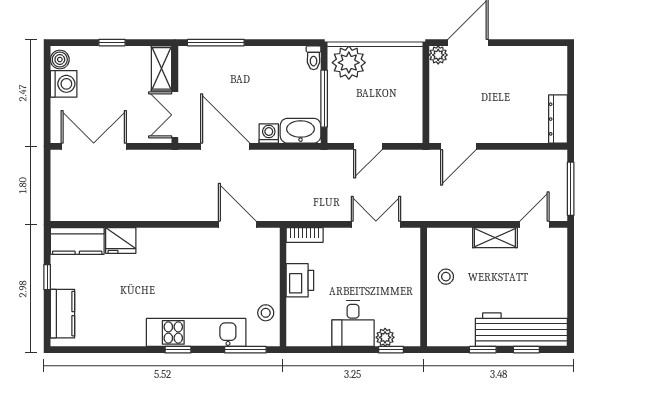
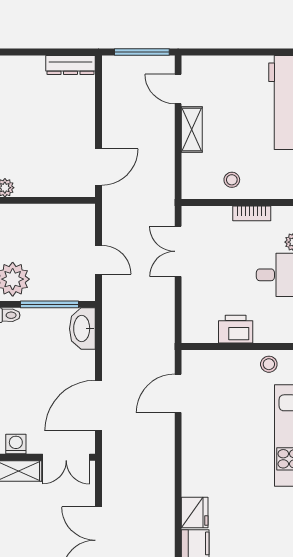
washing machine: (269, 133) -> (16, 444), moved, turned 90
door: (458, 146) -> (98, 167), hinge flipped
bookcase: (305, 235) -> (252, 213), moved, turned 90

